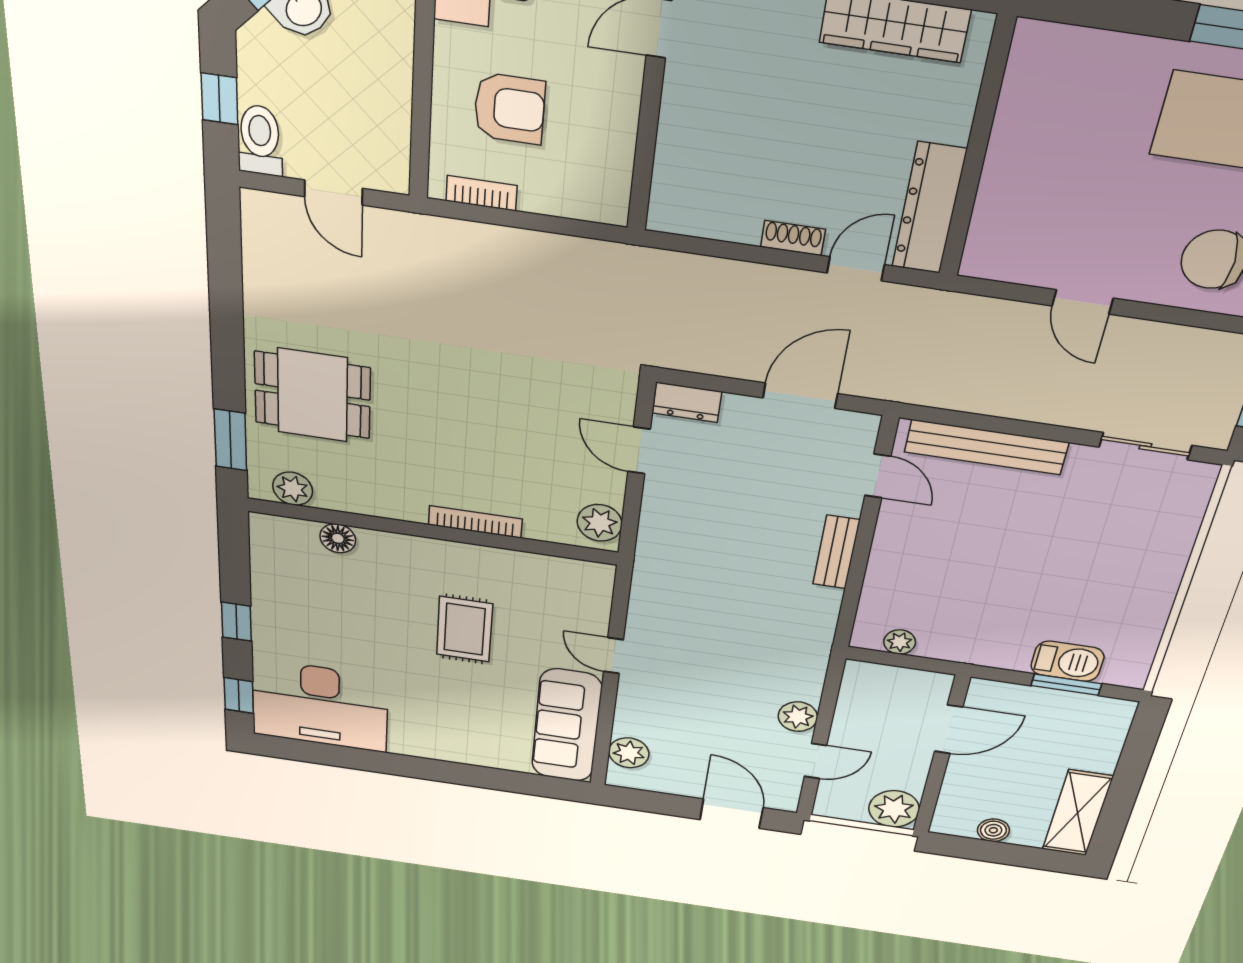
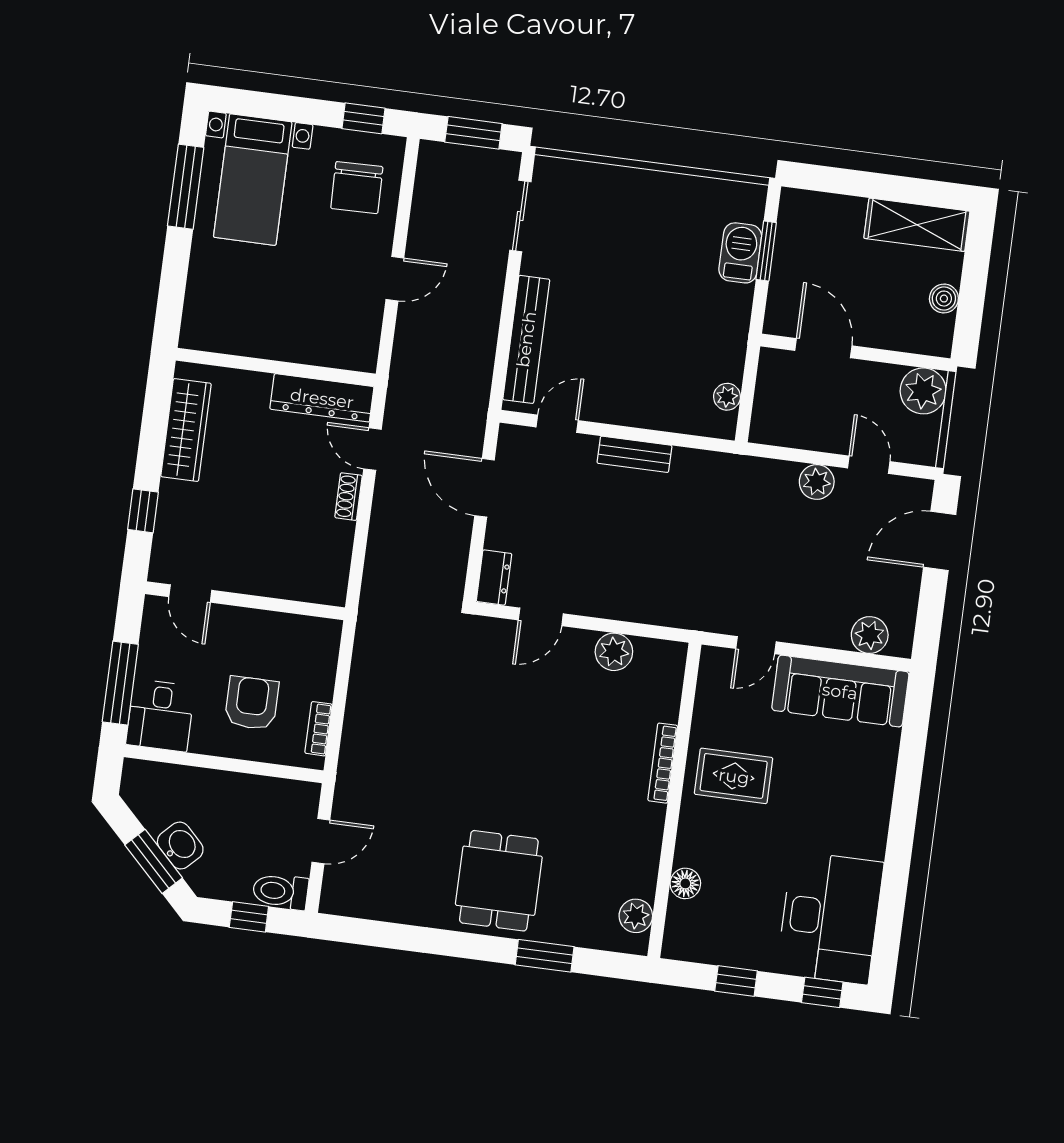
plant: (293, 489) -> (636, 916), moved
bookcase: (475, 522) -> (663, 763), moved
wall: (433, 532) -> (674, 800), moved
floor lamp: (338, 538) -> (685, 883), moved

